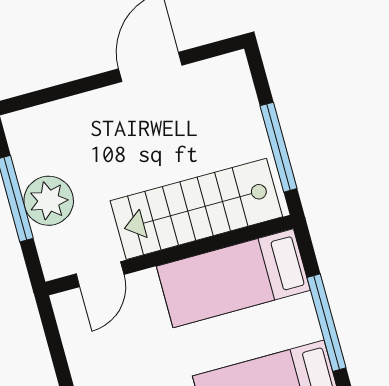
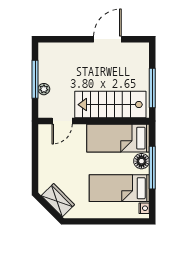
plant: (49, 201) -> (44, 89), width x0.53, depth x0.53
floor lamp: (299, 315) -> (141, 161), added

